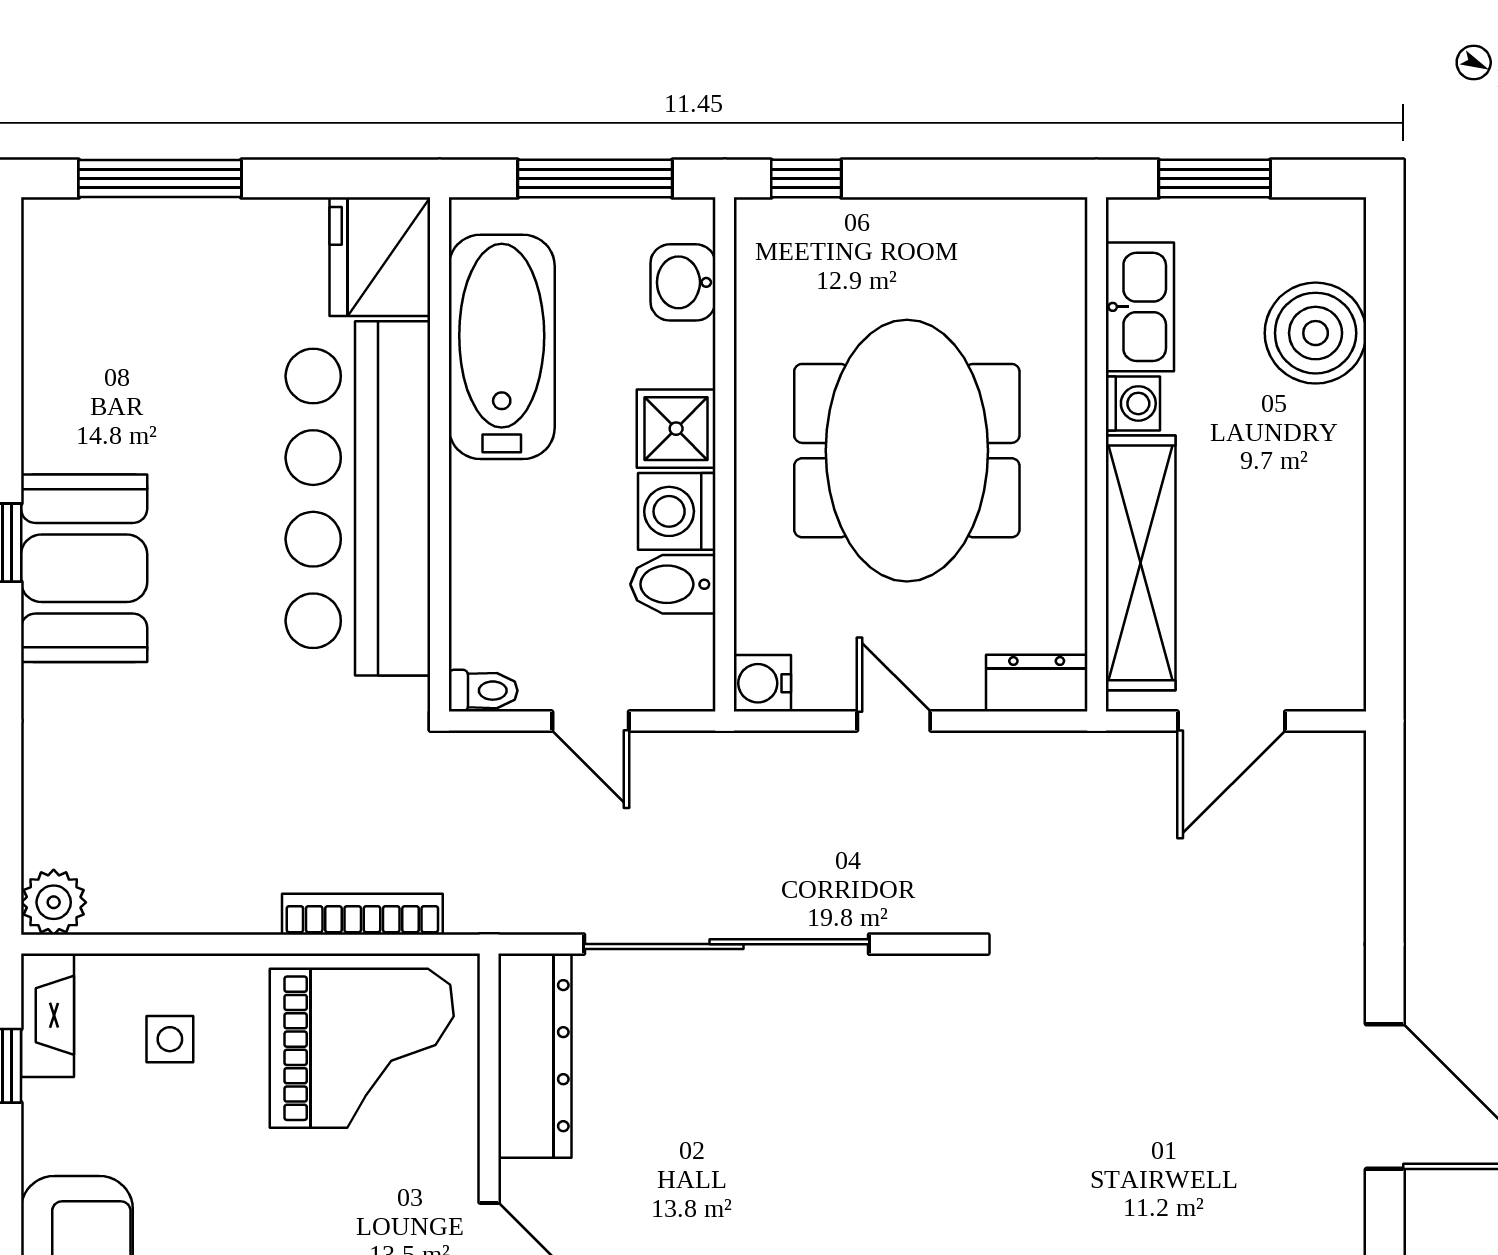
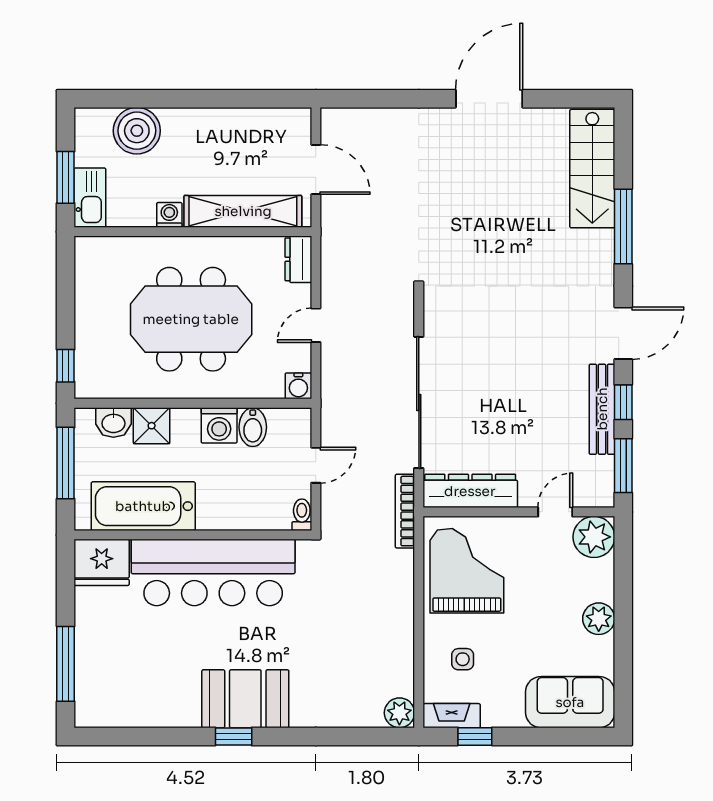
kitchen sink: (1140, 307) -> (90, 198), moved, turned 90
shower: (676, 429) -> (152, 426), moved
bookcase: (362, 914) -> (405, 511), moved

